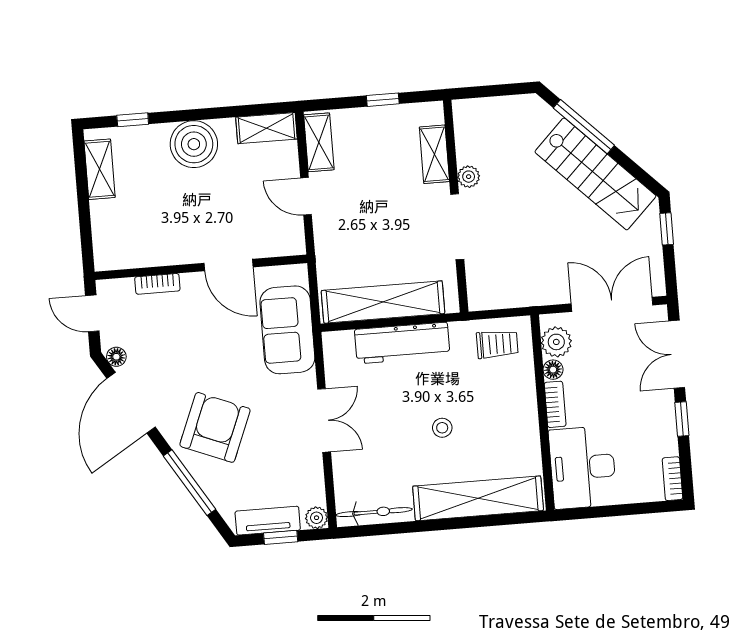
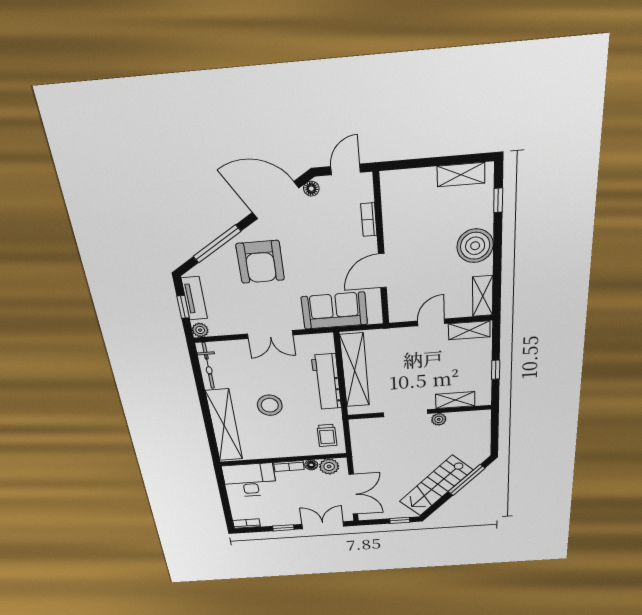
armchair: (215, 427) -> (260, 262), turned 68
stool: (442, 428) -> (270, 405), width x1.89, depth x1.89

